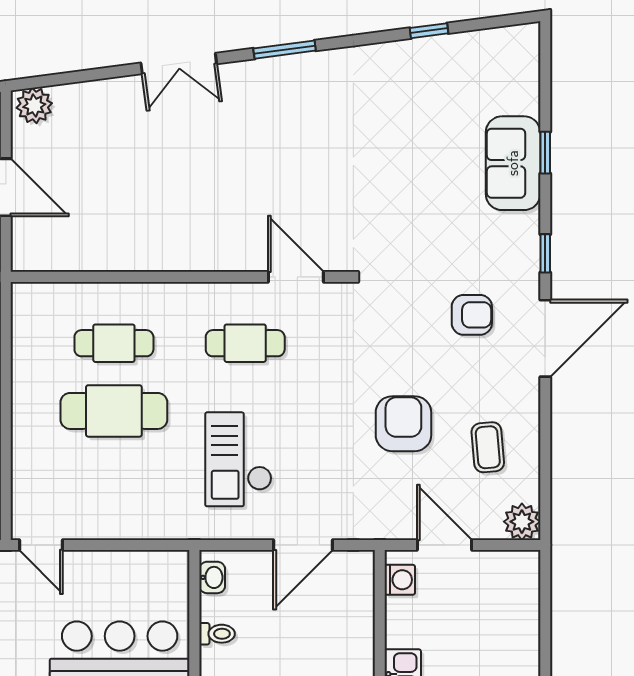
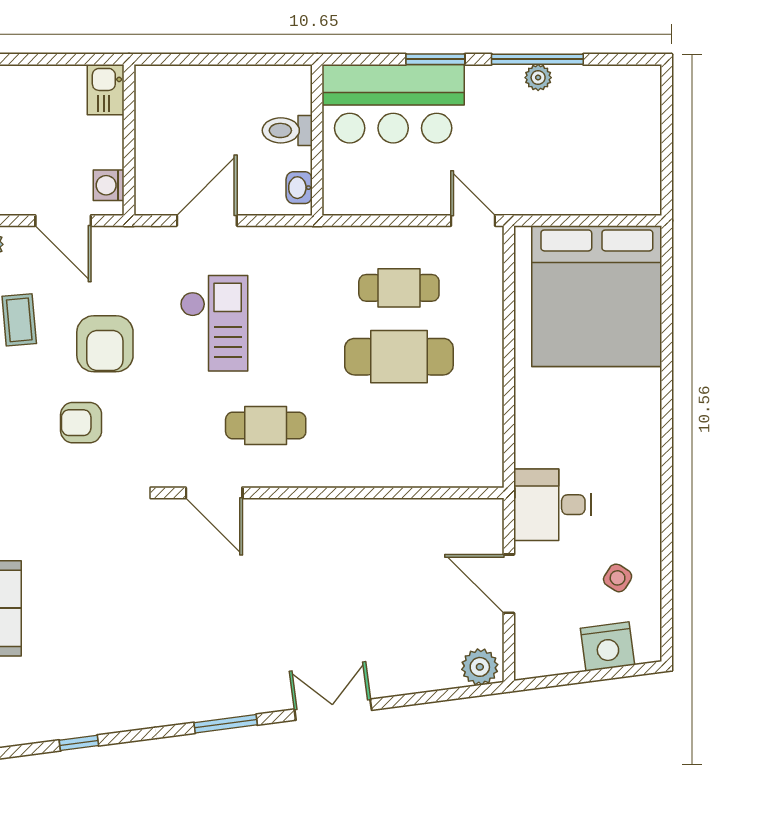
armchair: (472, 315) -> (81, 423), moved
cafe table: (114, 343) -> (399, 288), moved
checkout: (238, 459) -> (214, 323), moved
toilet: (217, 634) -> (287, 130), width x1.37, depth x1.39

